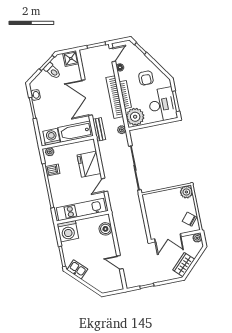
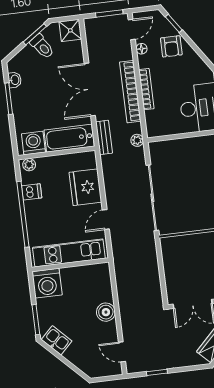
armchair: (146, 78) -> (171, 46), moved
plant: (135, 117) -> (158, 123), removed
boiler: (105, 229) -> (106, 312), moved
door: (120, 262) -> (122, 352), moved

